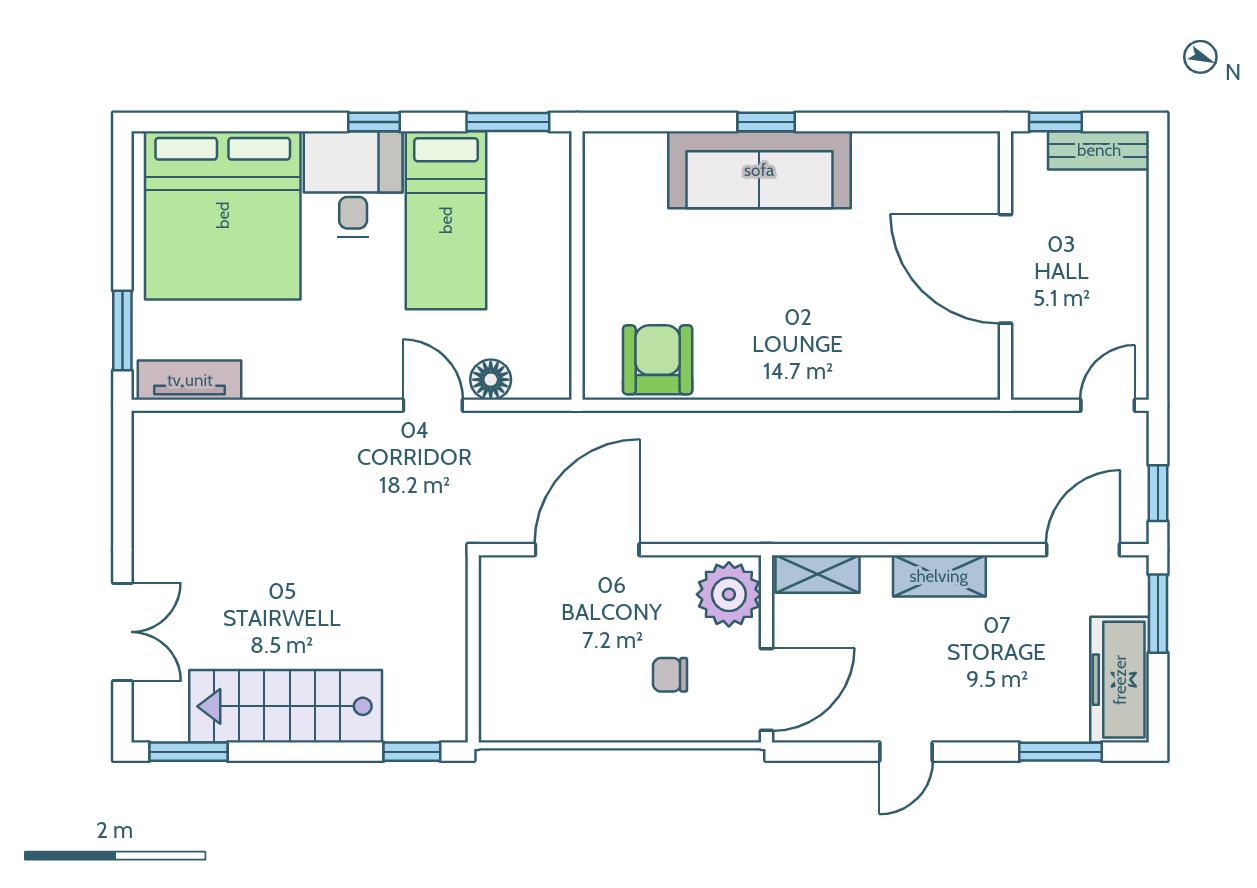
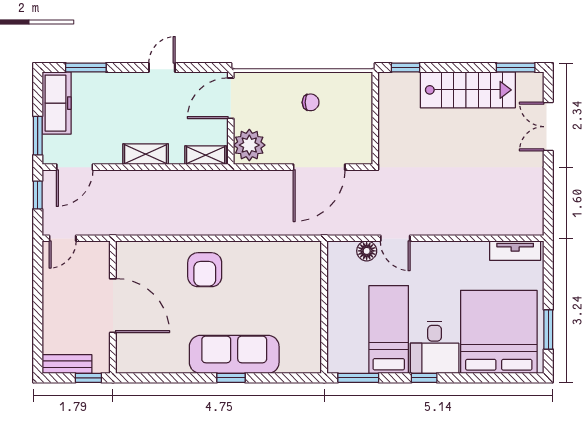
window: (122, 330) -> (548, 329), moved
armchair: (658, 360) -> (205, 270), moved
chair: (670, 675) -> (311, 102), moved

